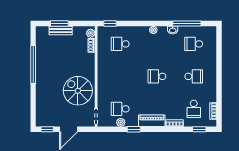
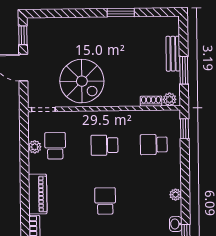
window: (59, 24) -> (184, 70), moved
school desk: (120, 44) -> (154, 145), turned -90
window: (33, 65) -> (121, 13), width x0.47
school desk: (120, 76) -> (104, 145), added
spiral stairs: (78, 91) -> (82, 81), turned 90
window: (134, 129) -> (24, 167), removed

